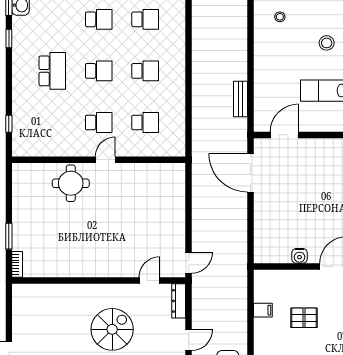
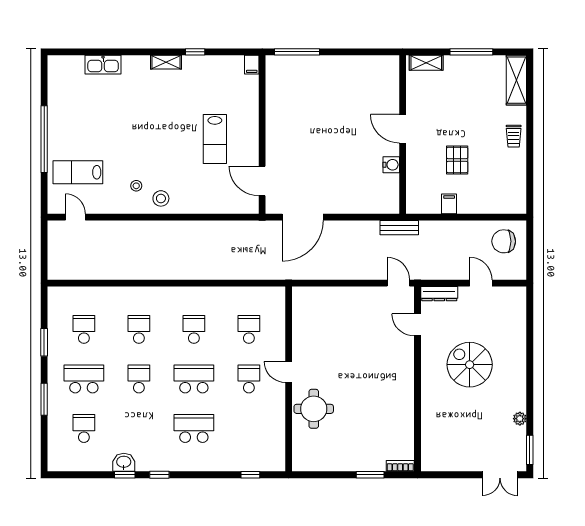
stool: (327, 43) -> (161, 198), moved
school desk: (99, 71) -> (194, 379), width x1.85
bench: (241, 99) -> (399, 228), moved

